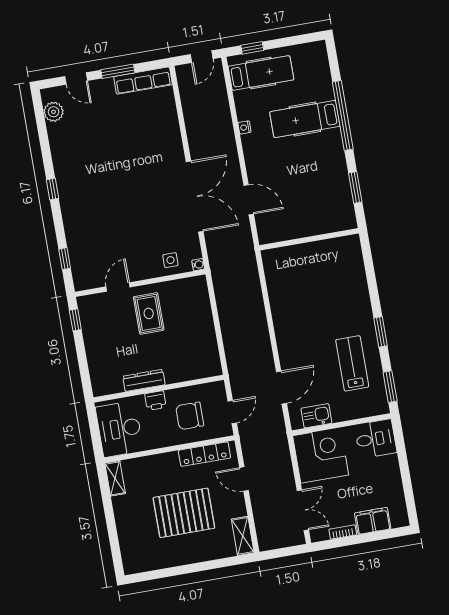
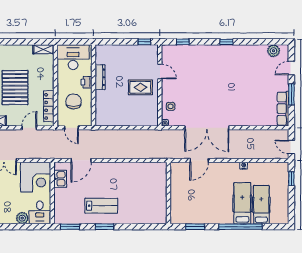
hospital bed: (261, 73) -> (261, 205), moved, turned 180
lab bench: (352, 363) -> (101, 206), moved
door: (281, 388) -> (81, 160), hinge flipped
plant: (390, 465) -> (22, 218), added

